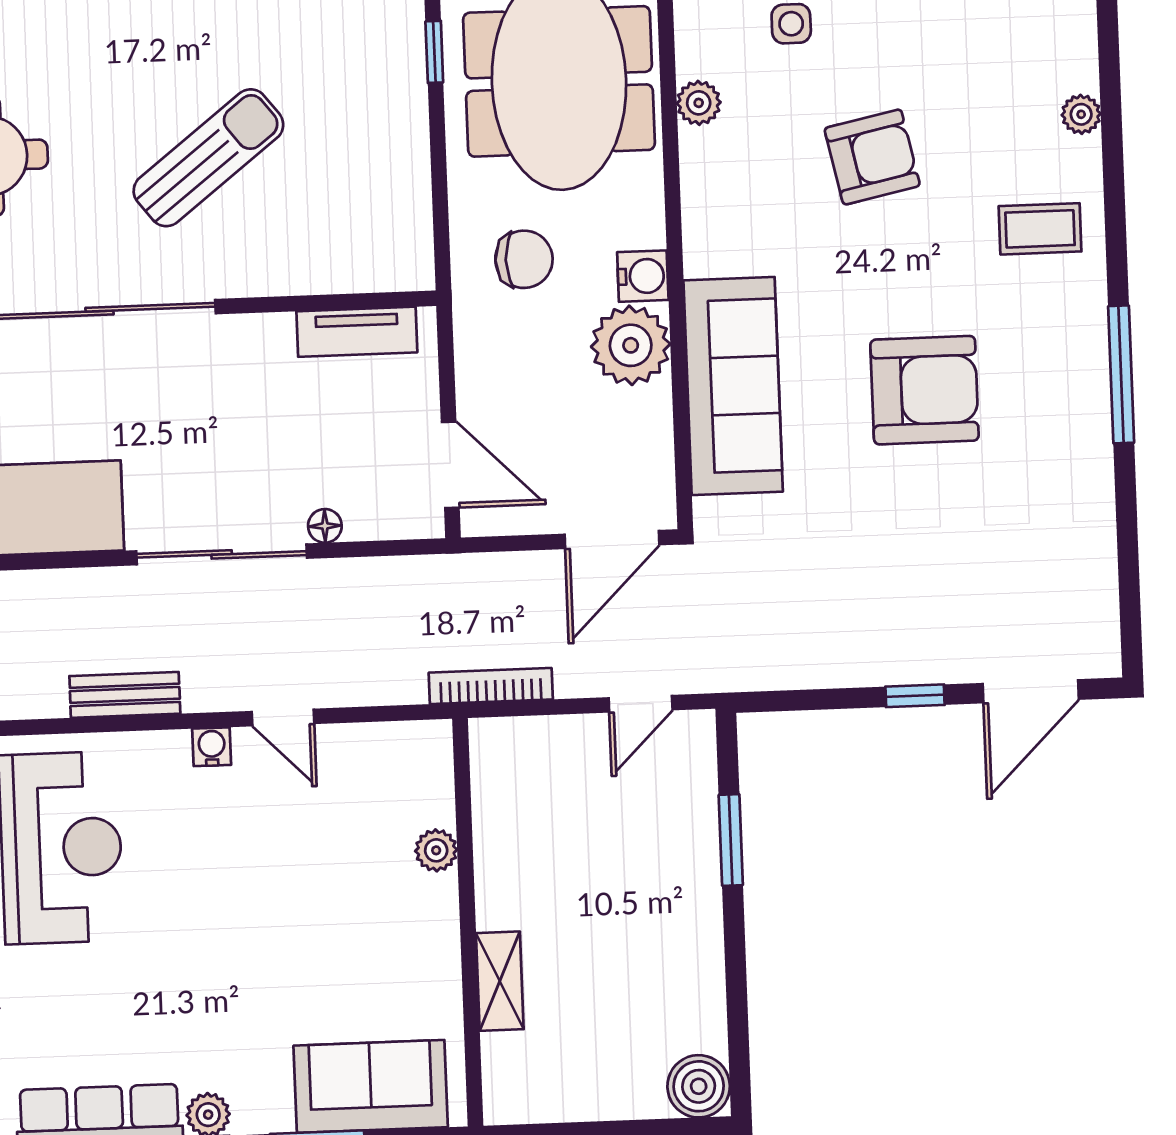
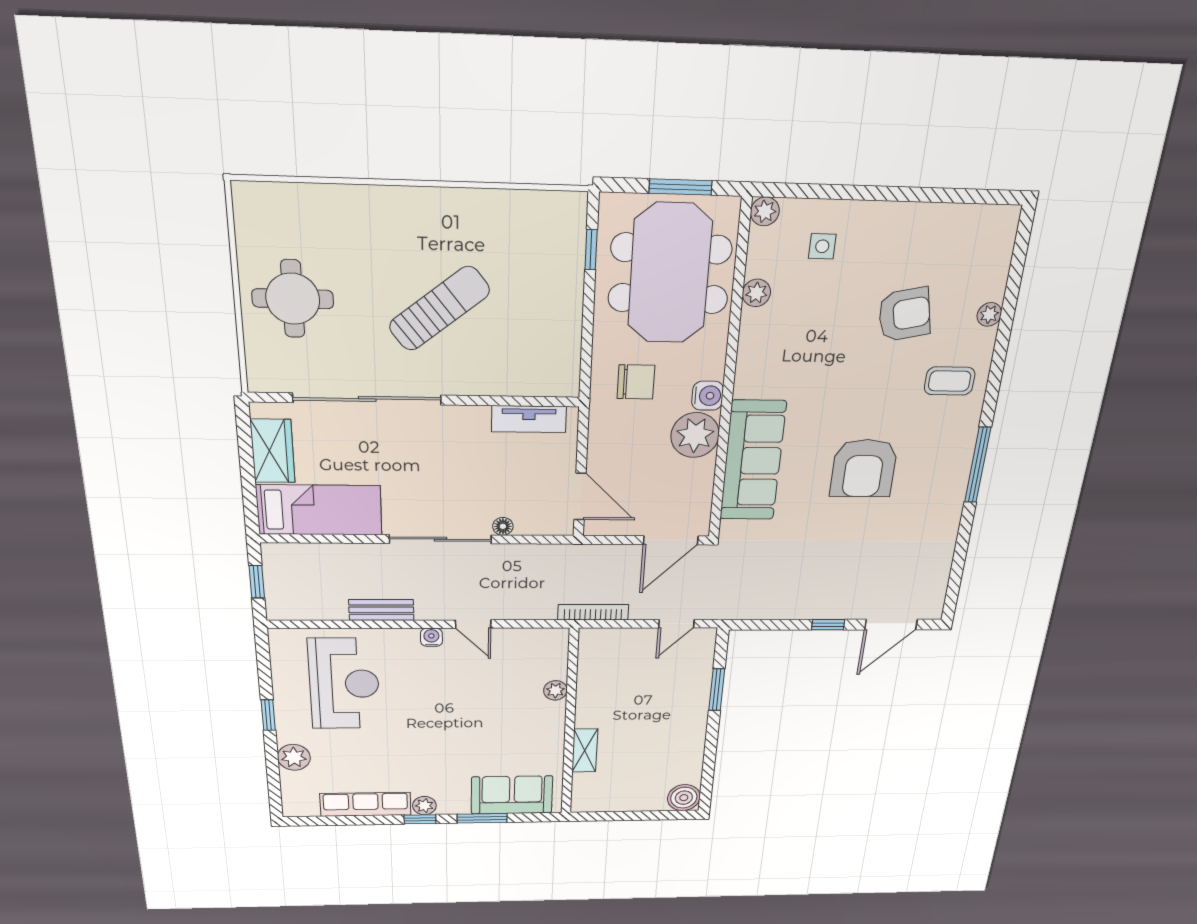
armchair: (872, 157) -> (905, 314), moved
armchair: (925, 390) -> (864, 468), turned 90

